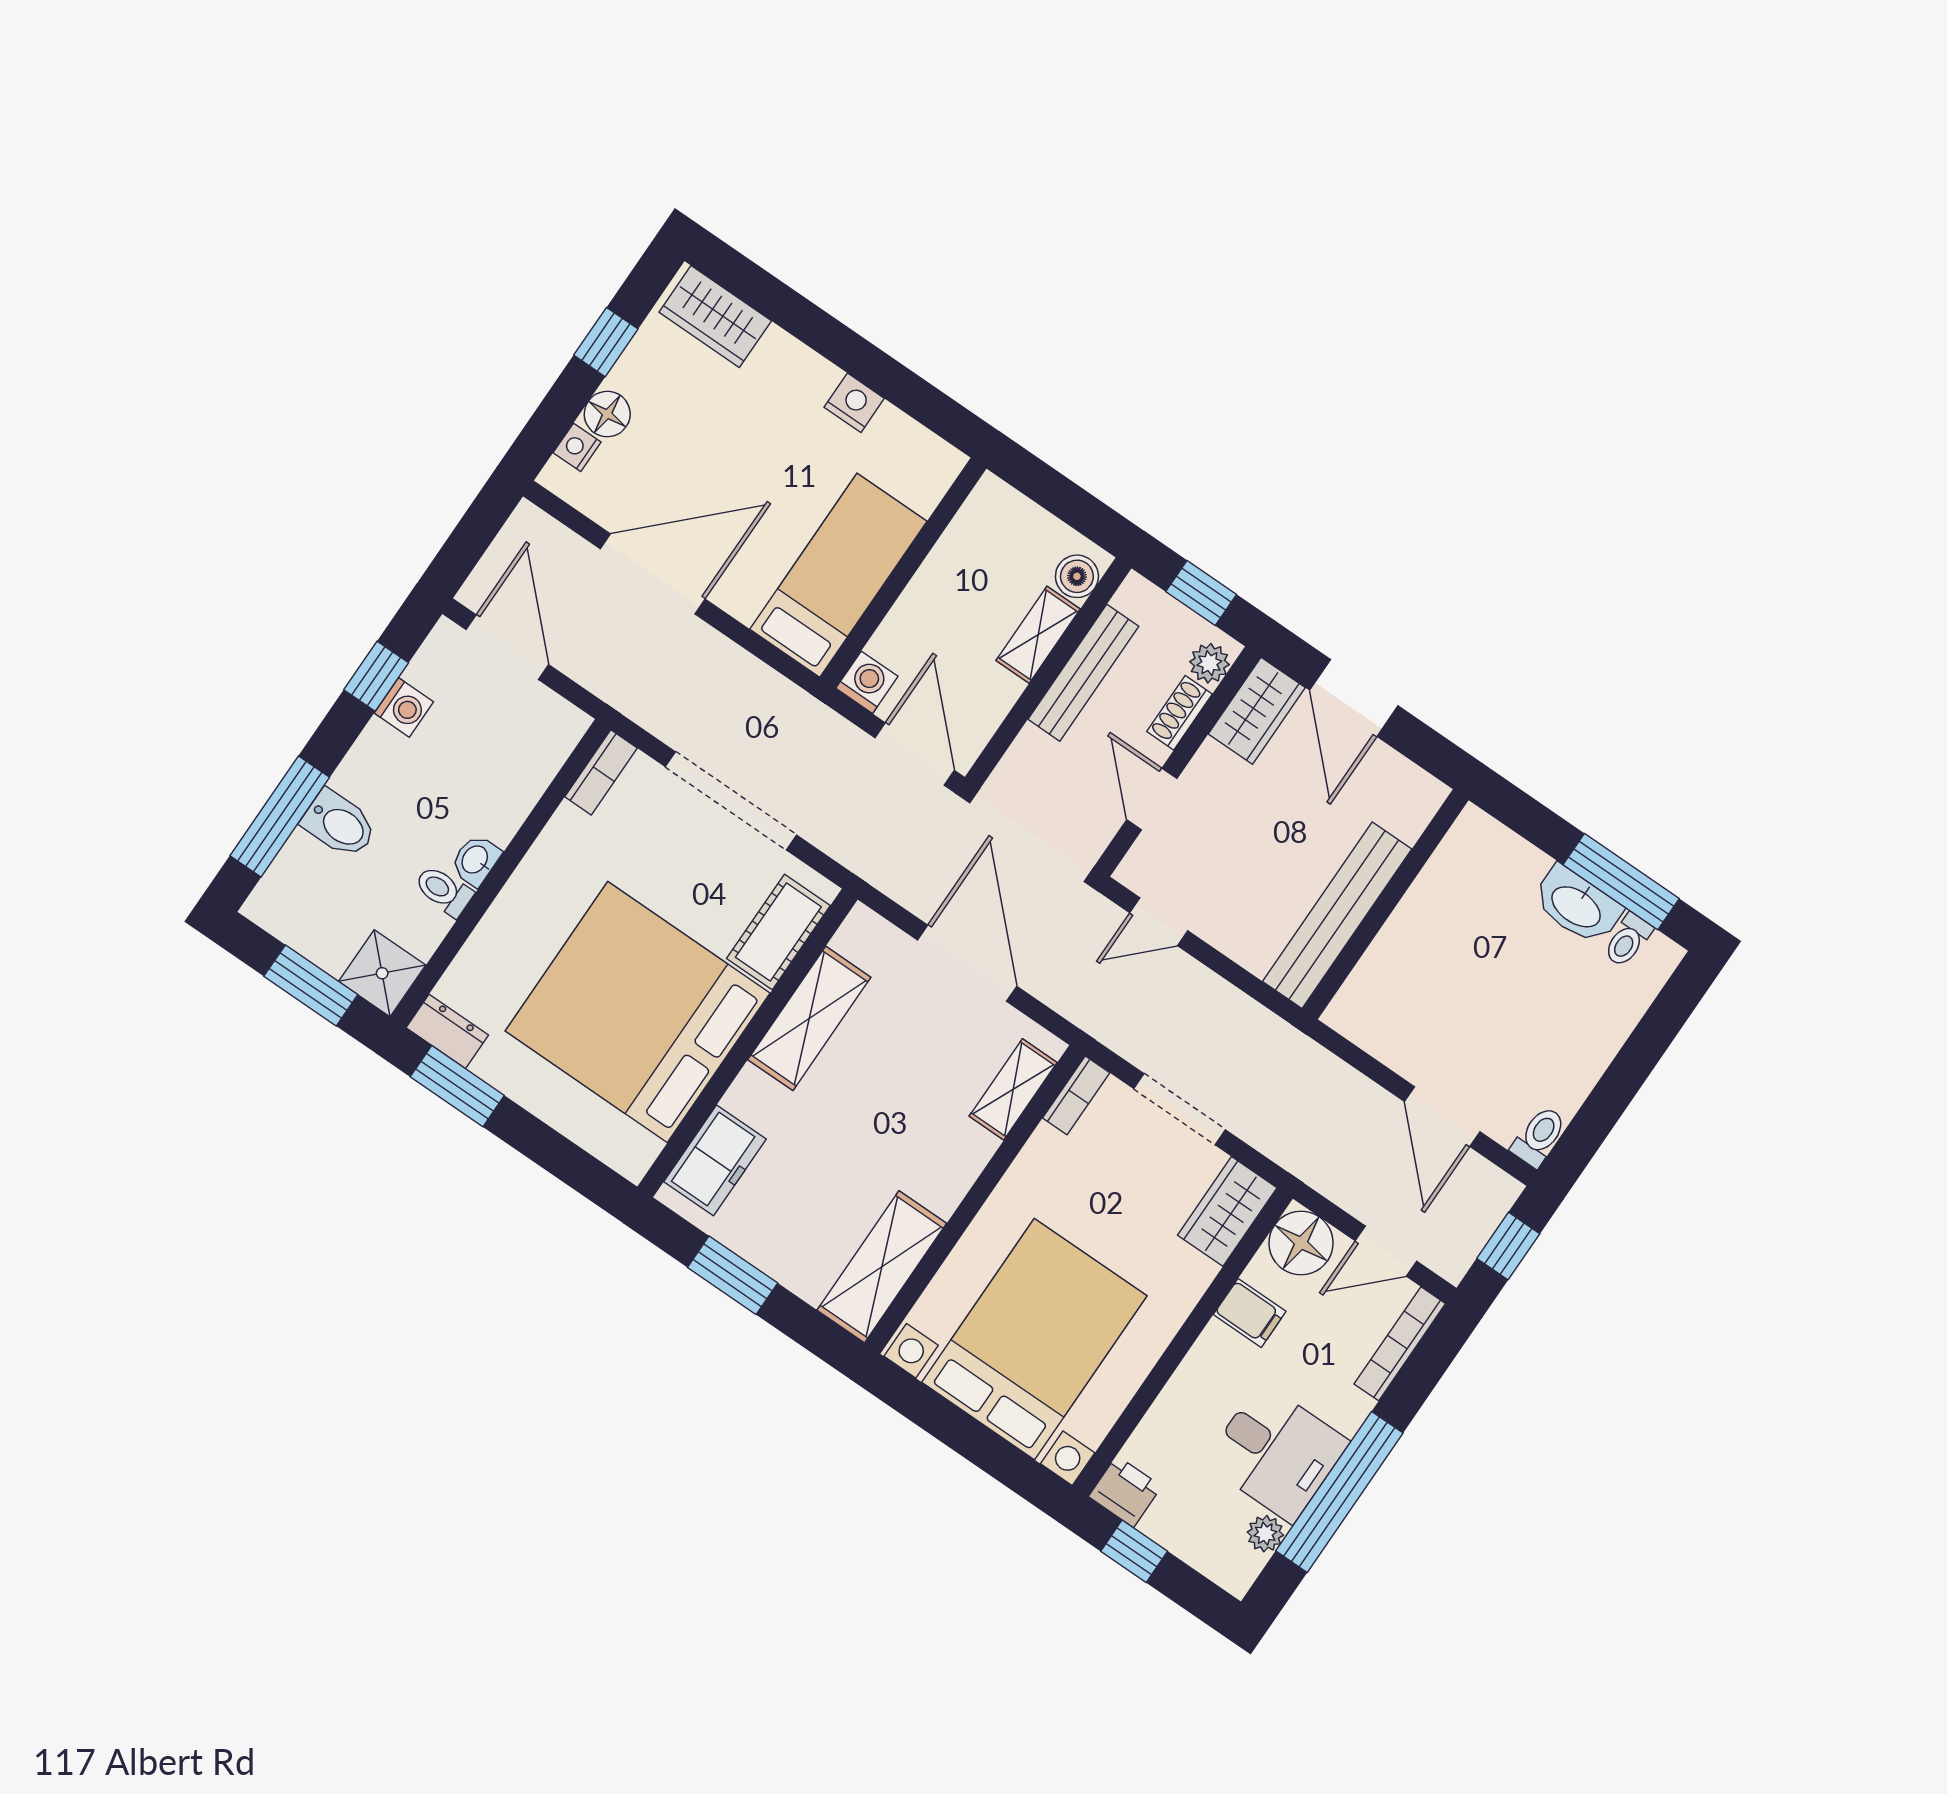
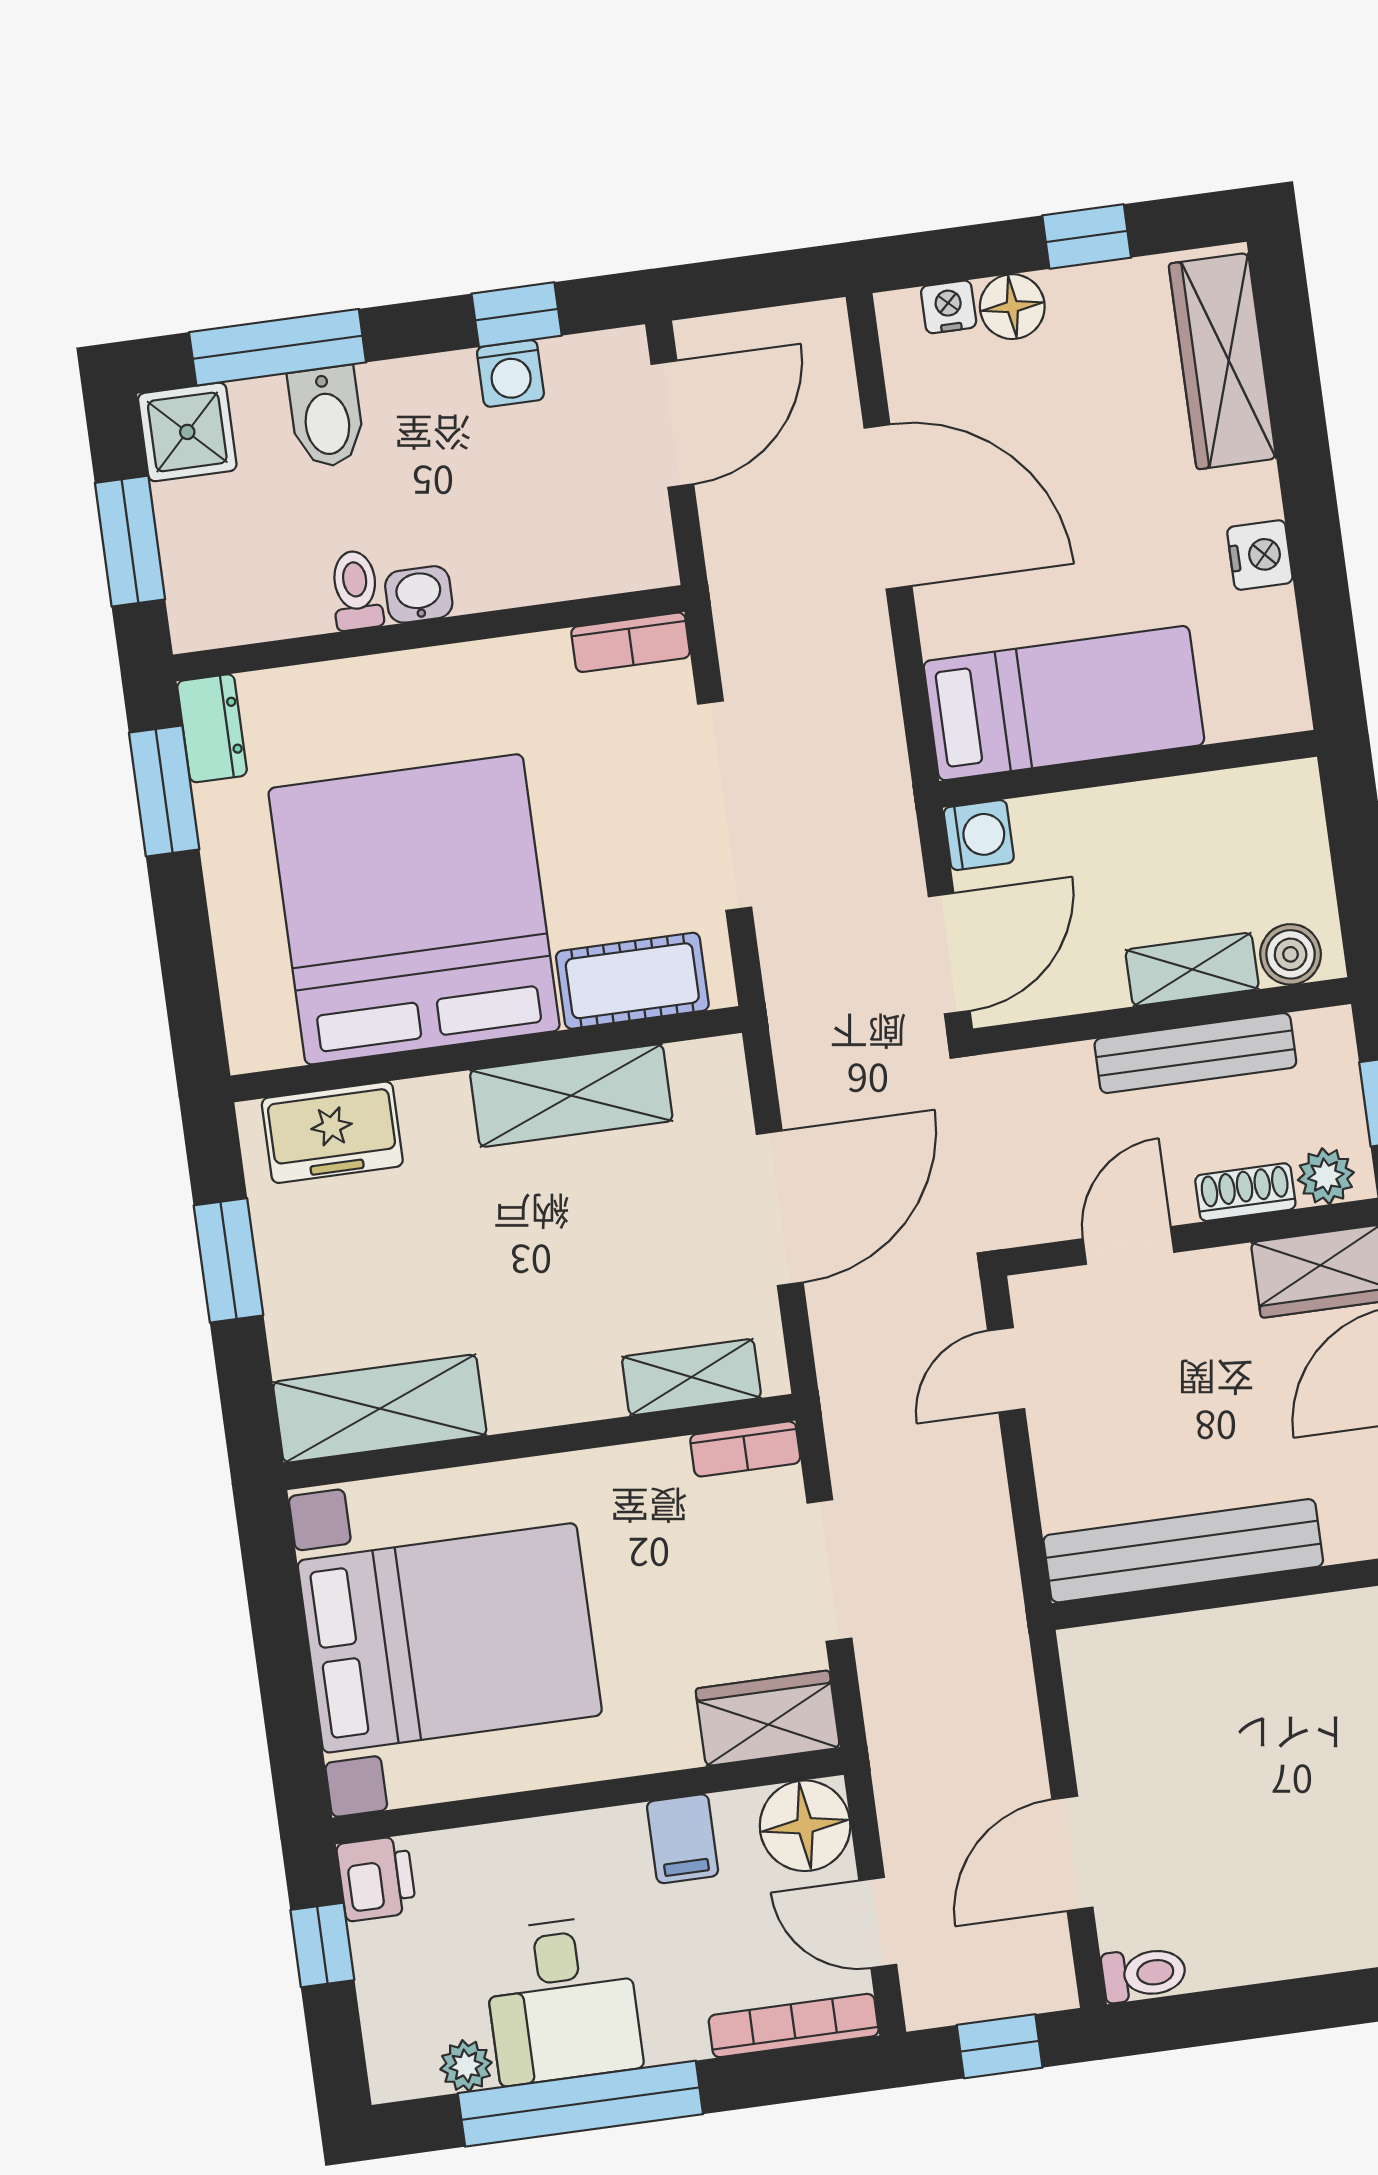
wardrobe: (715, 316) -> (1222, 361), width x1.50
door: (1159, 922) -> (1006, 1370), hinge flipped
shower: (382, 973) -> (187, 432), moved

